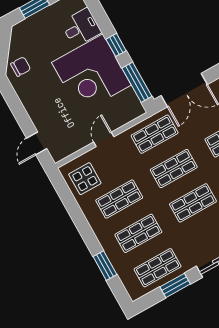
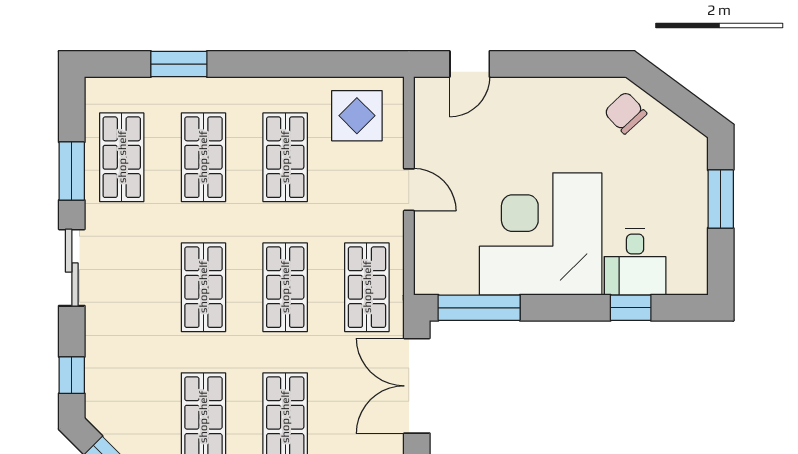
window: (116, 45) -> (631, 308), moved
chair: (21, 67) -> (625, 113), turned 137
door: (37, 143) -> (470, 64), swing flipped

